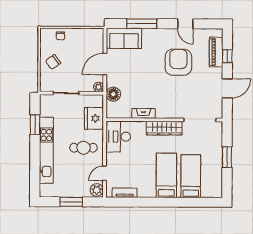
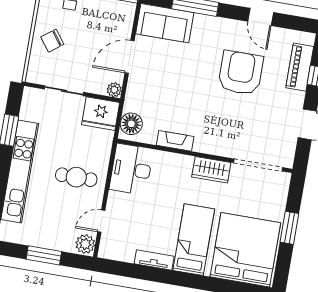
floor lamp: (113, 94) -> (131, 124), moved
fridge: (94, 118) -> (101, 114), moved, turned -90
wardrobe: (164, 128) -> (211, 170), width x0.67
bed: (191, 176) -> (245, 250), width x2.04
tv unit: (125, 193) -> (154, 260), moved

